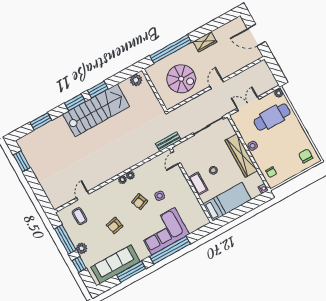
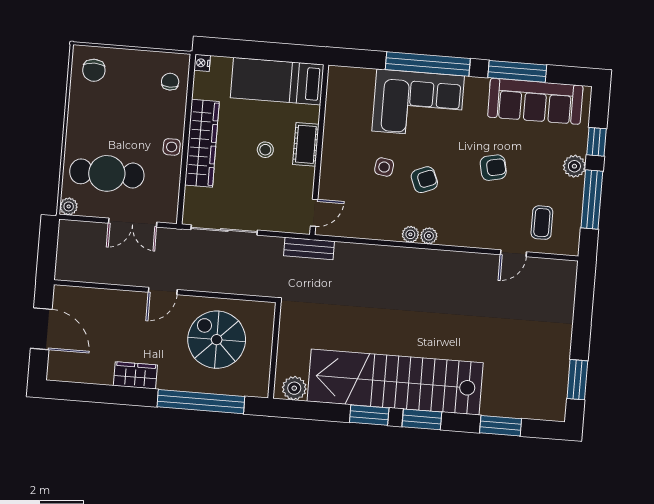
stairs: (96, 110) -> (395, 382), width x1.36

